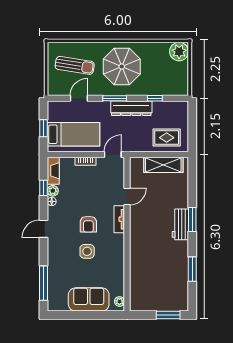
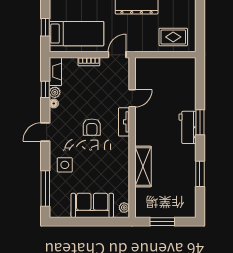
shelving: (163, 165) -> (143, 167), moved, turned 90
side table: (87, 251) -> (65, 165), moved
window: (168, 315) -> (162, 222), moved

